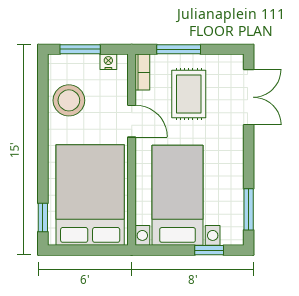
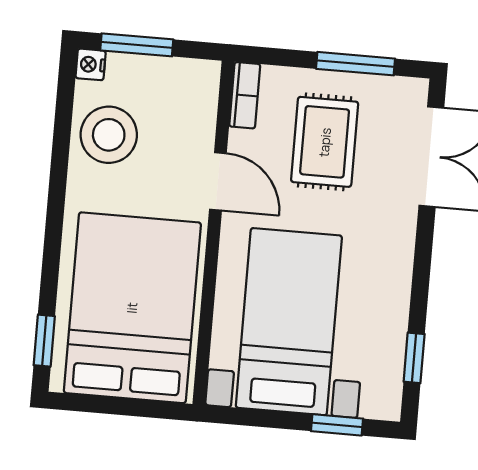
window: (179, 49) -> (356, 64), moved
nightstand: (108, 62) -> (91, 64), moved, turned -90
window: (249, 209) -> (414, 358), width x0.67

